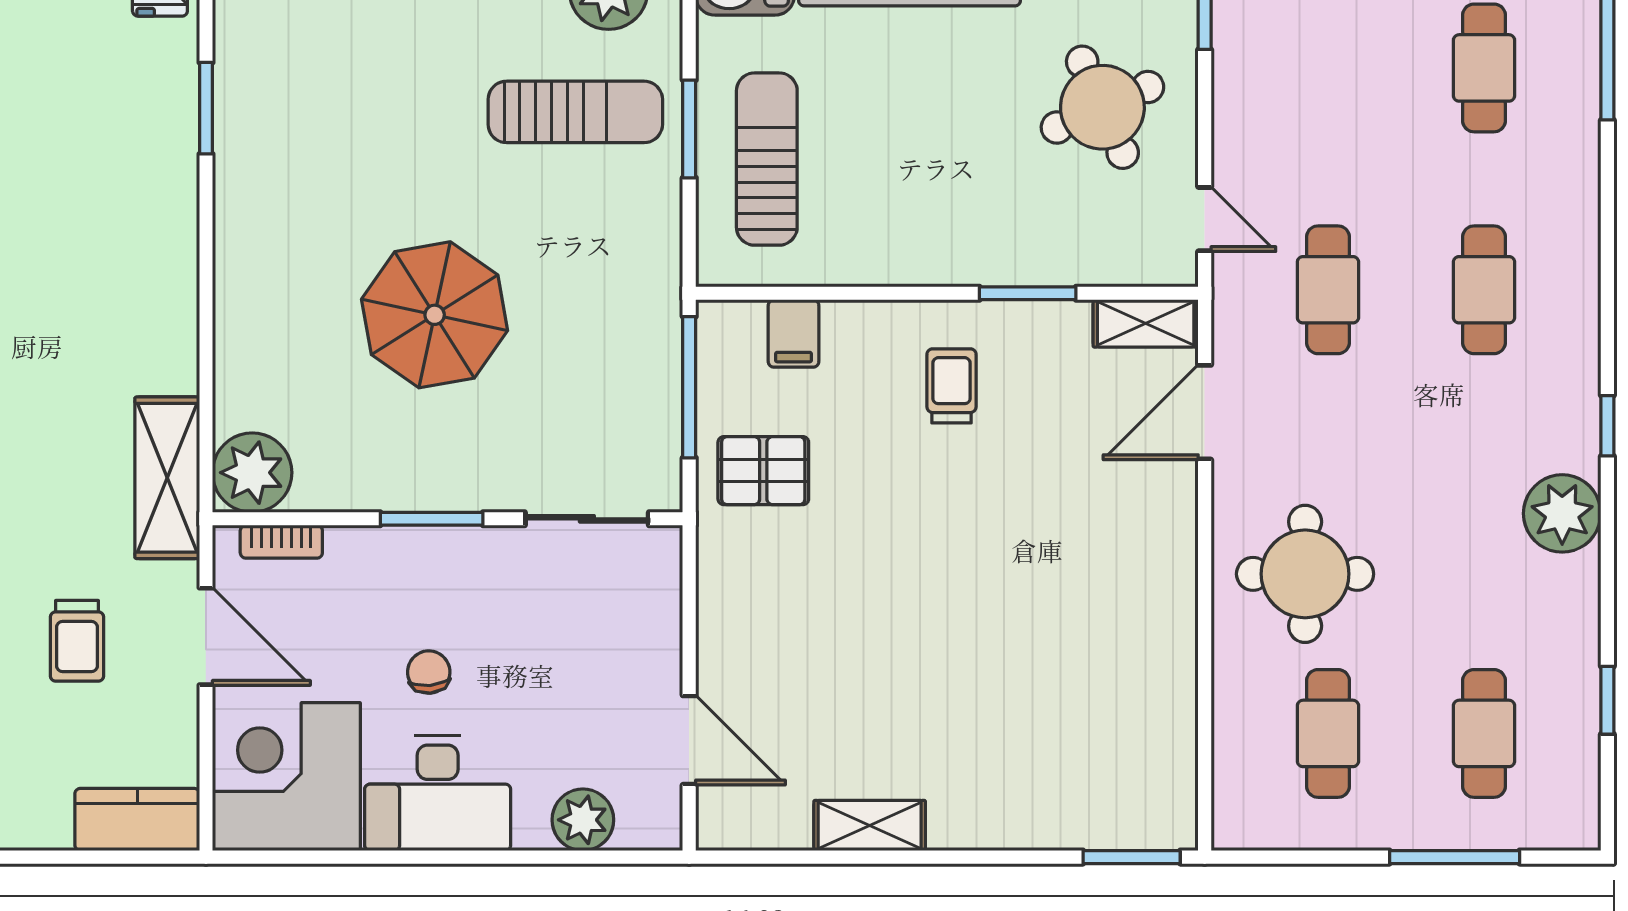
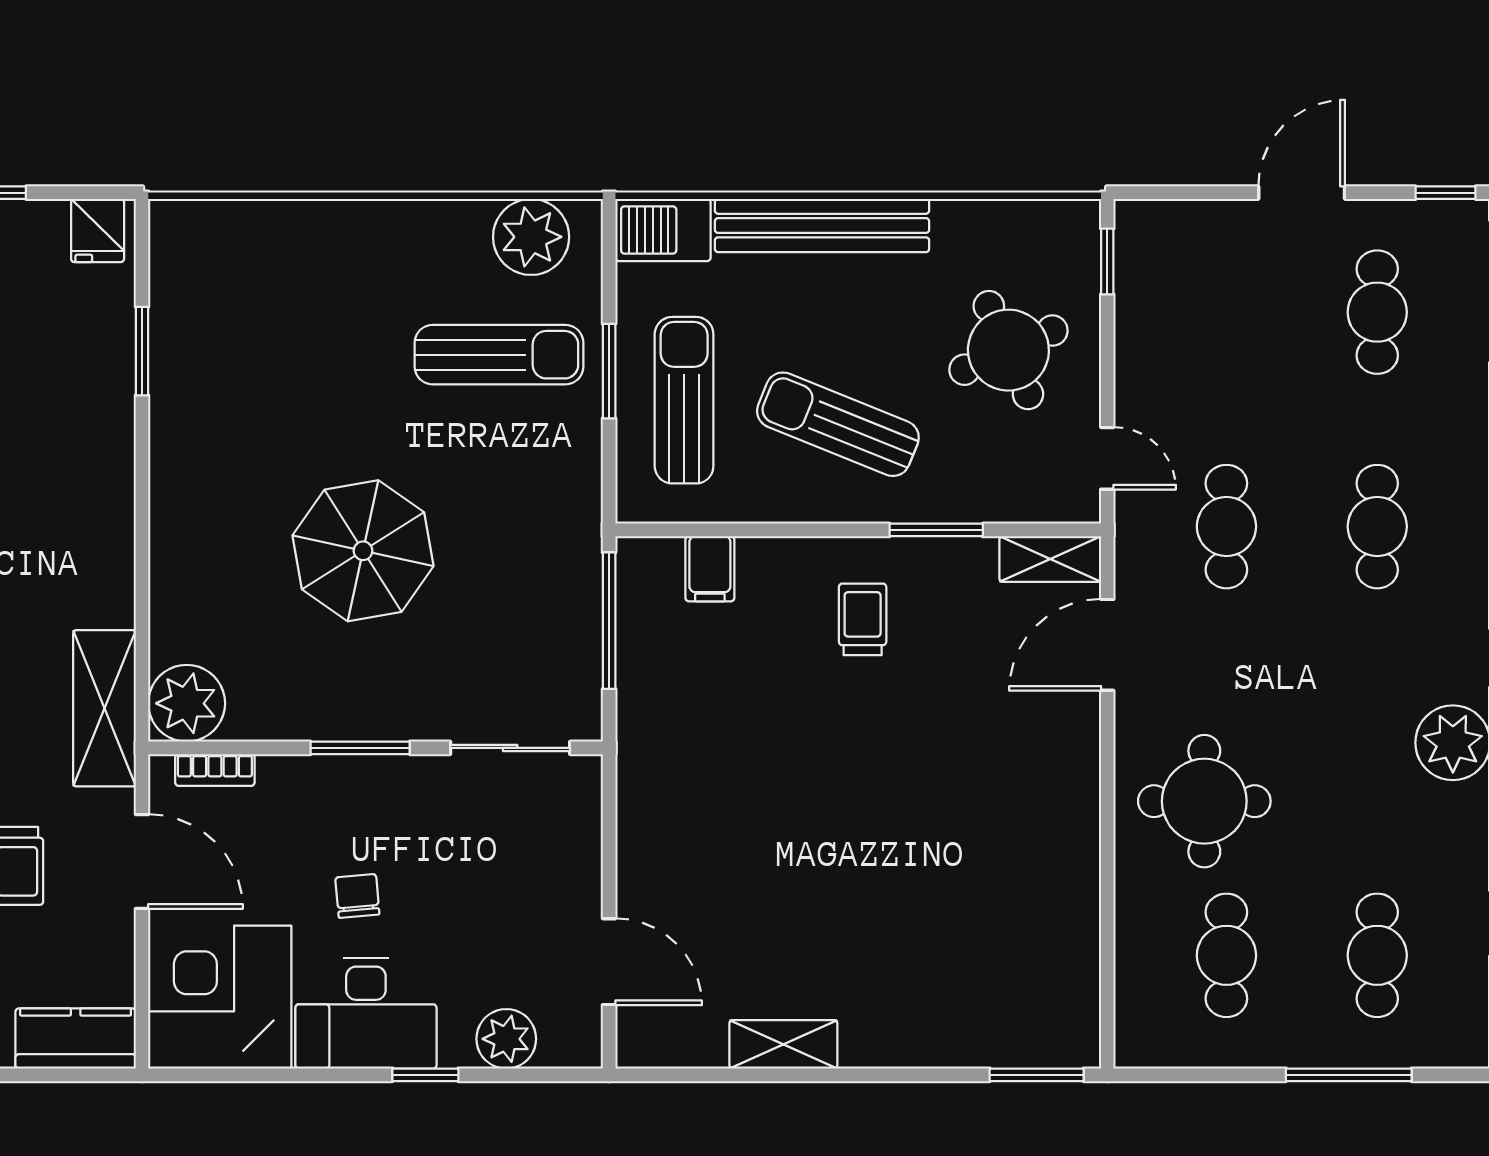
sun lounger: (926, 184) -> (838, 424), added
pallet: (763, 471) -> (681, 701), removed
window: (499, 857) -> (425, 1075), added

